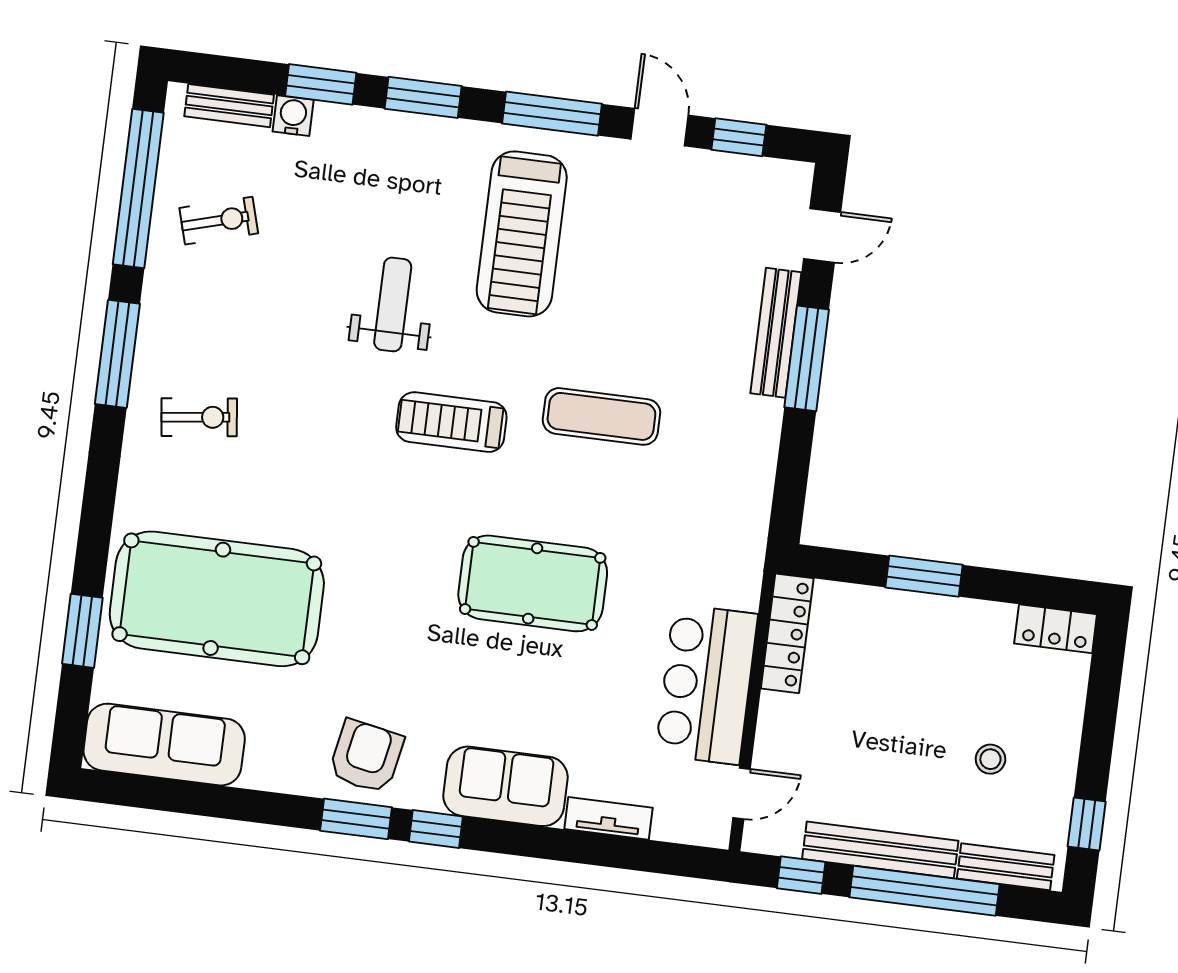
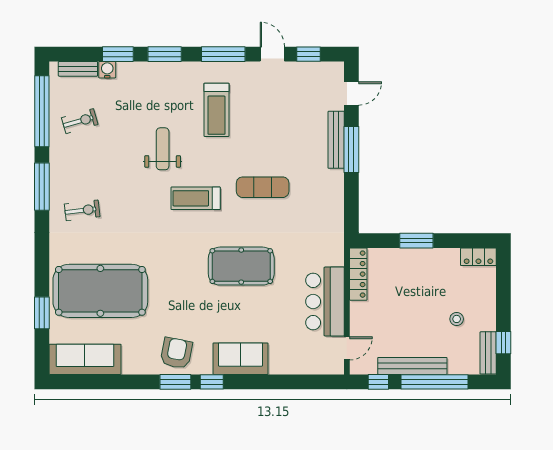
treadmill: (522, 234) -> (216, 110), width x0.73, depth x0.73
tv unit: (609, 818) -> (289, 367), removed
bench: (1006, 867) -> (488, 353), moved, turned 90

